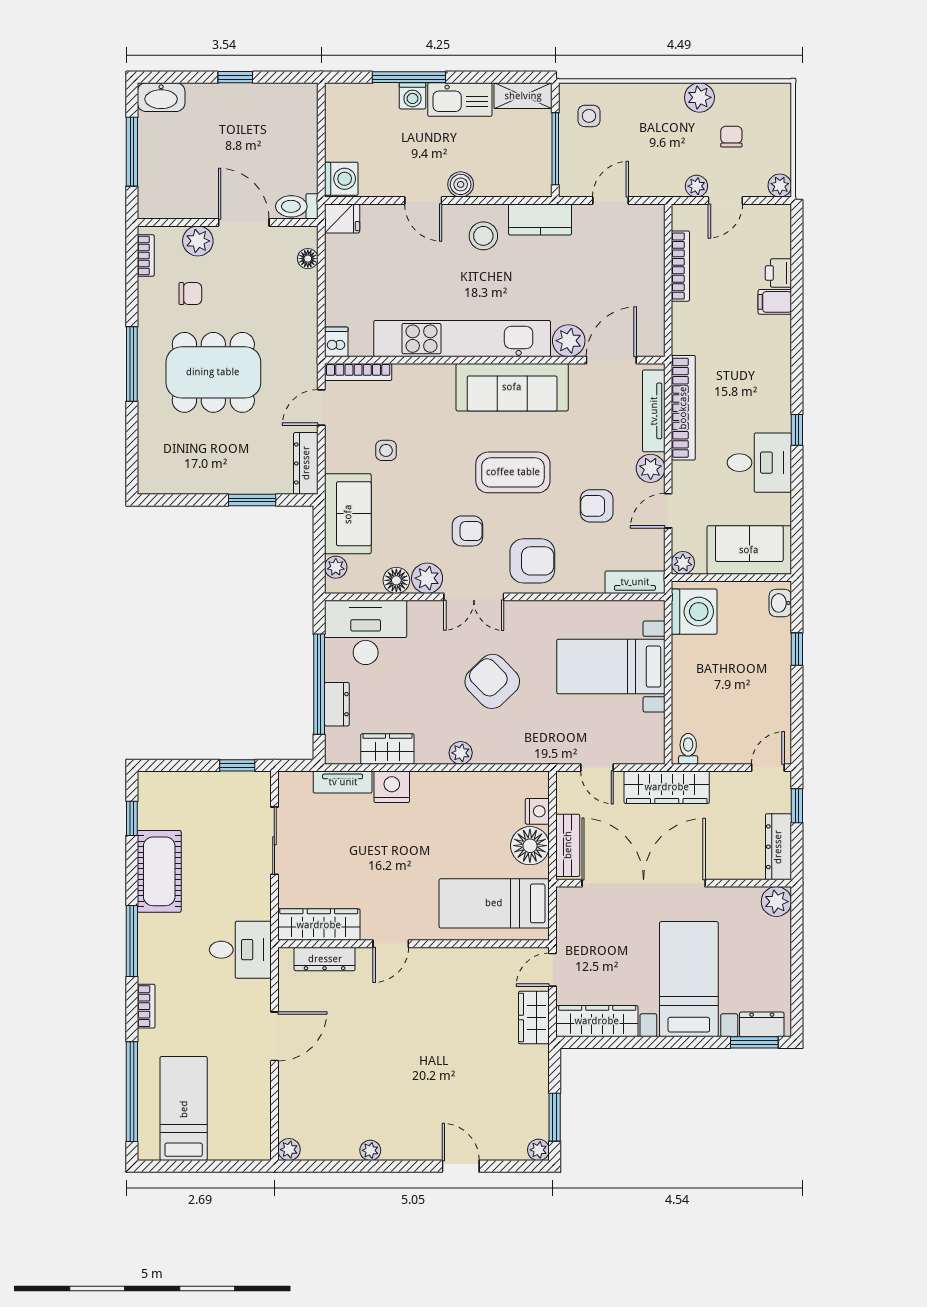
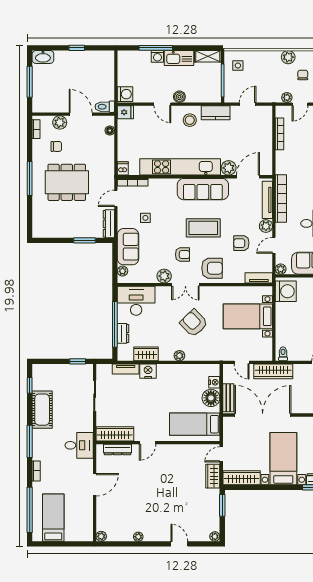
floor lamp: (396, 580) -> (150, 277), removed
window: (555, 1117) -> (222, 505), moved

